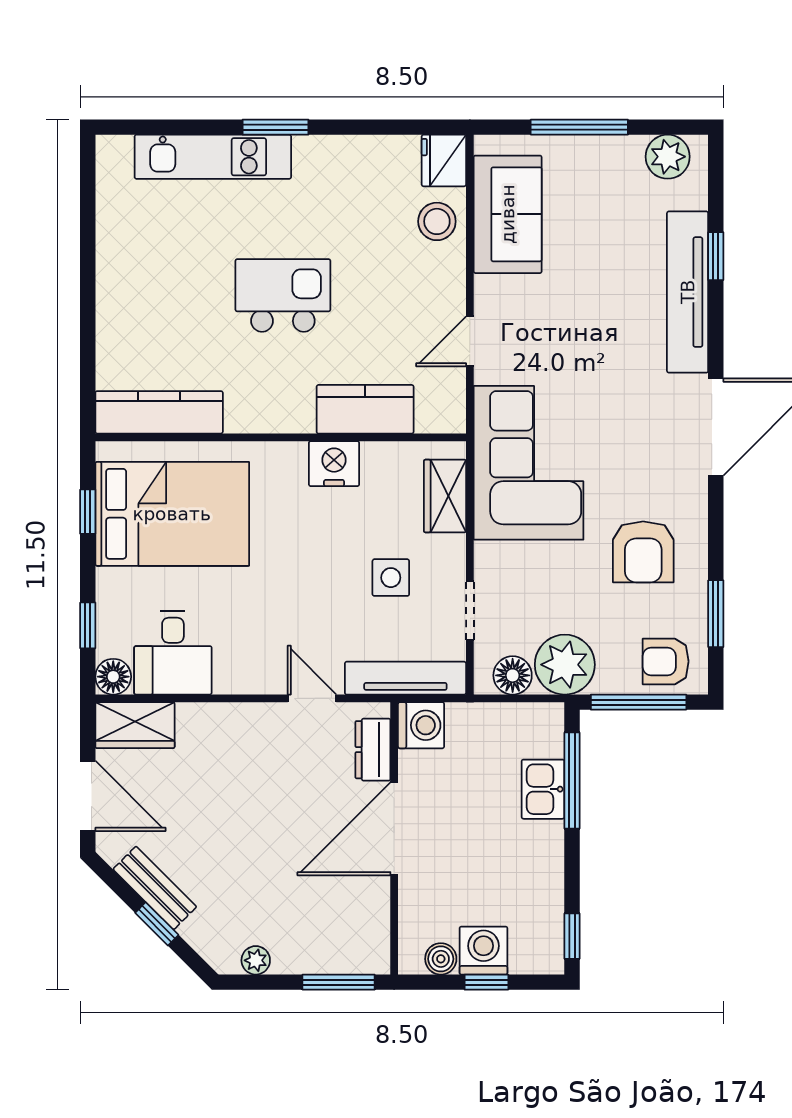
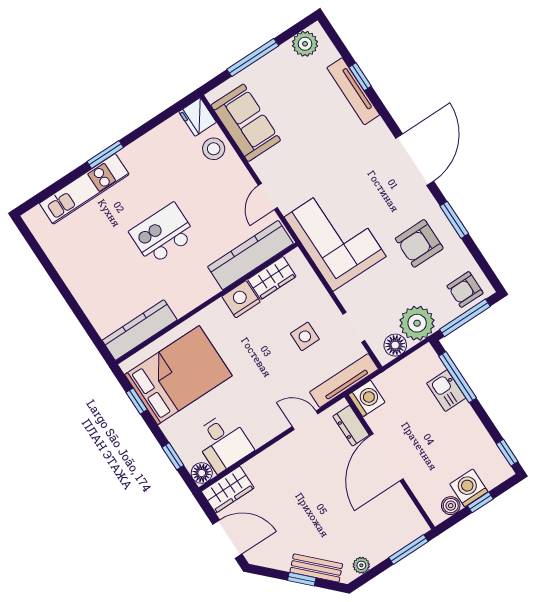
tv unit: (688, 292) -> (353, 91), width x0.73, depth x0.78
kitchen counter: (365, 409) -> (250, 255), width x1.50
wardrobe: (445, 496) -> (272, 278), moved, turned -90
armchair: (643, 552) -> (419, 243), turned 90
window: (716, 614) -> (454, 220), moved
bench: (155, 888) -> (316, 568), moved

